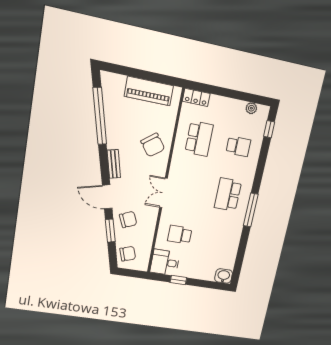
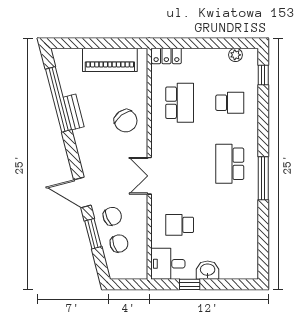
bench: (114, 164) -> (73, 112), moved
chair: (128, 254) -> (119, 244), moved
washbasin: (224, 276) -> (208, 270), moved

